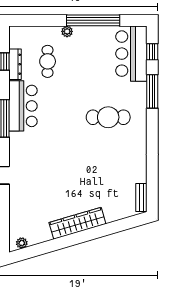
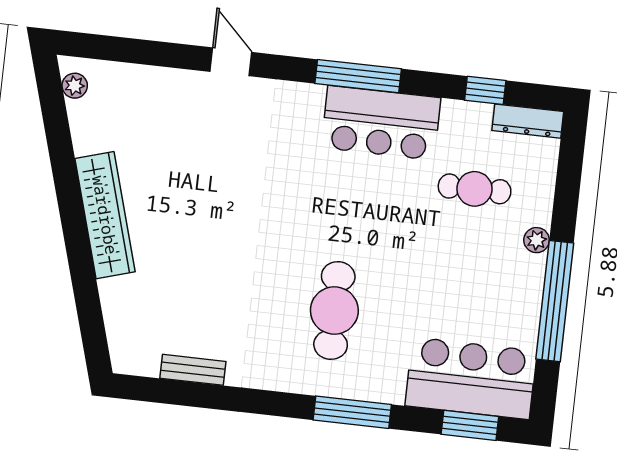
window: (152, 52) -> (470, 425), width x1.50
dresser: (15, 64) -> (528, 121), moved
window: (152, 91) -> (352, 412), moved
bench: (141, 197) -> (193, 370), moved

